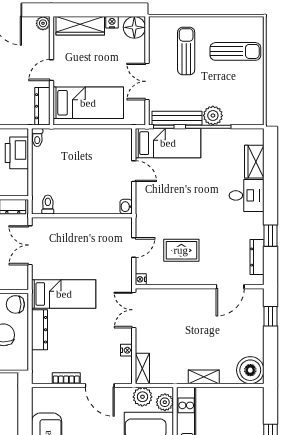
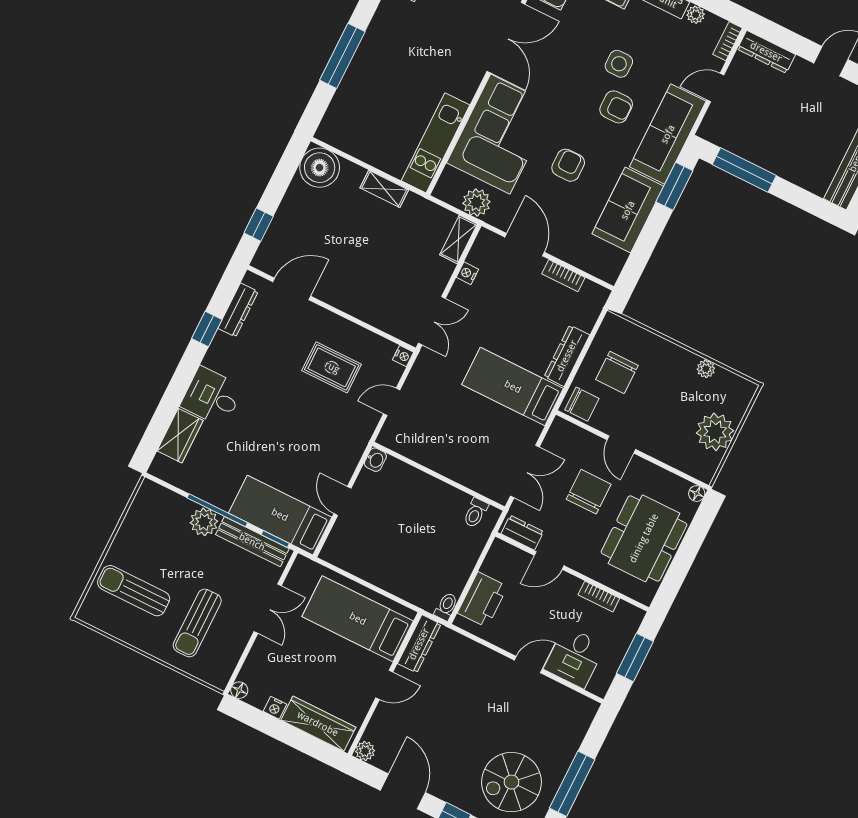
floor lamp: (134, 27) -> (239, 690), width x0.53, depth x0.53
plant: (165, 402) -> (451, 181), removed

